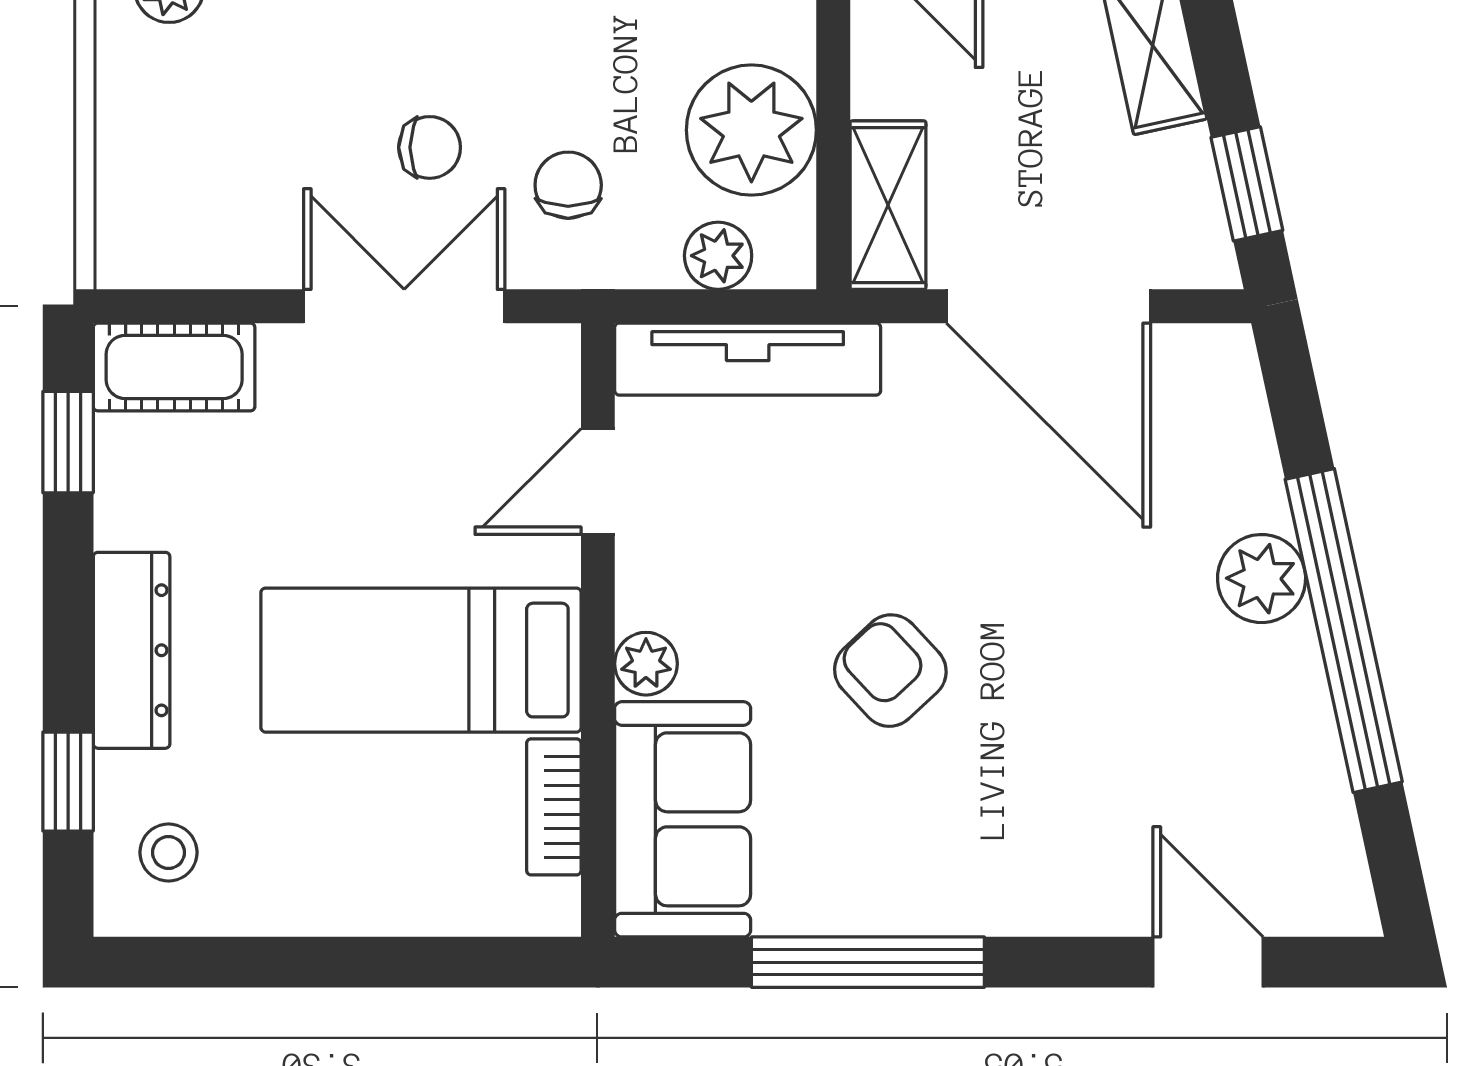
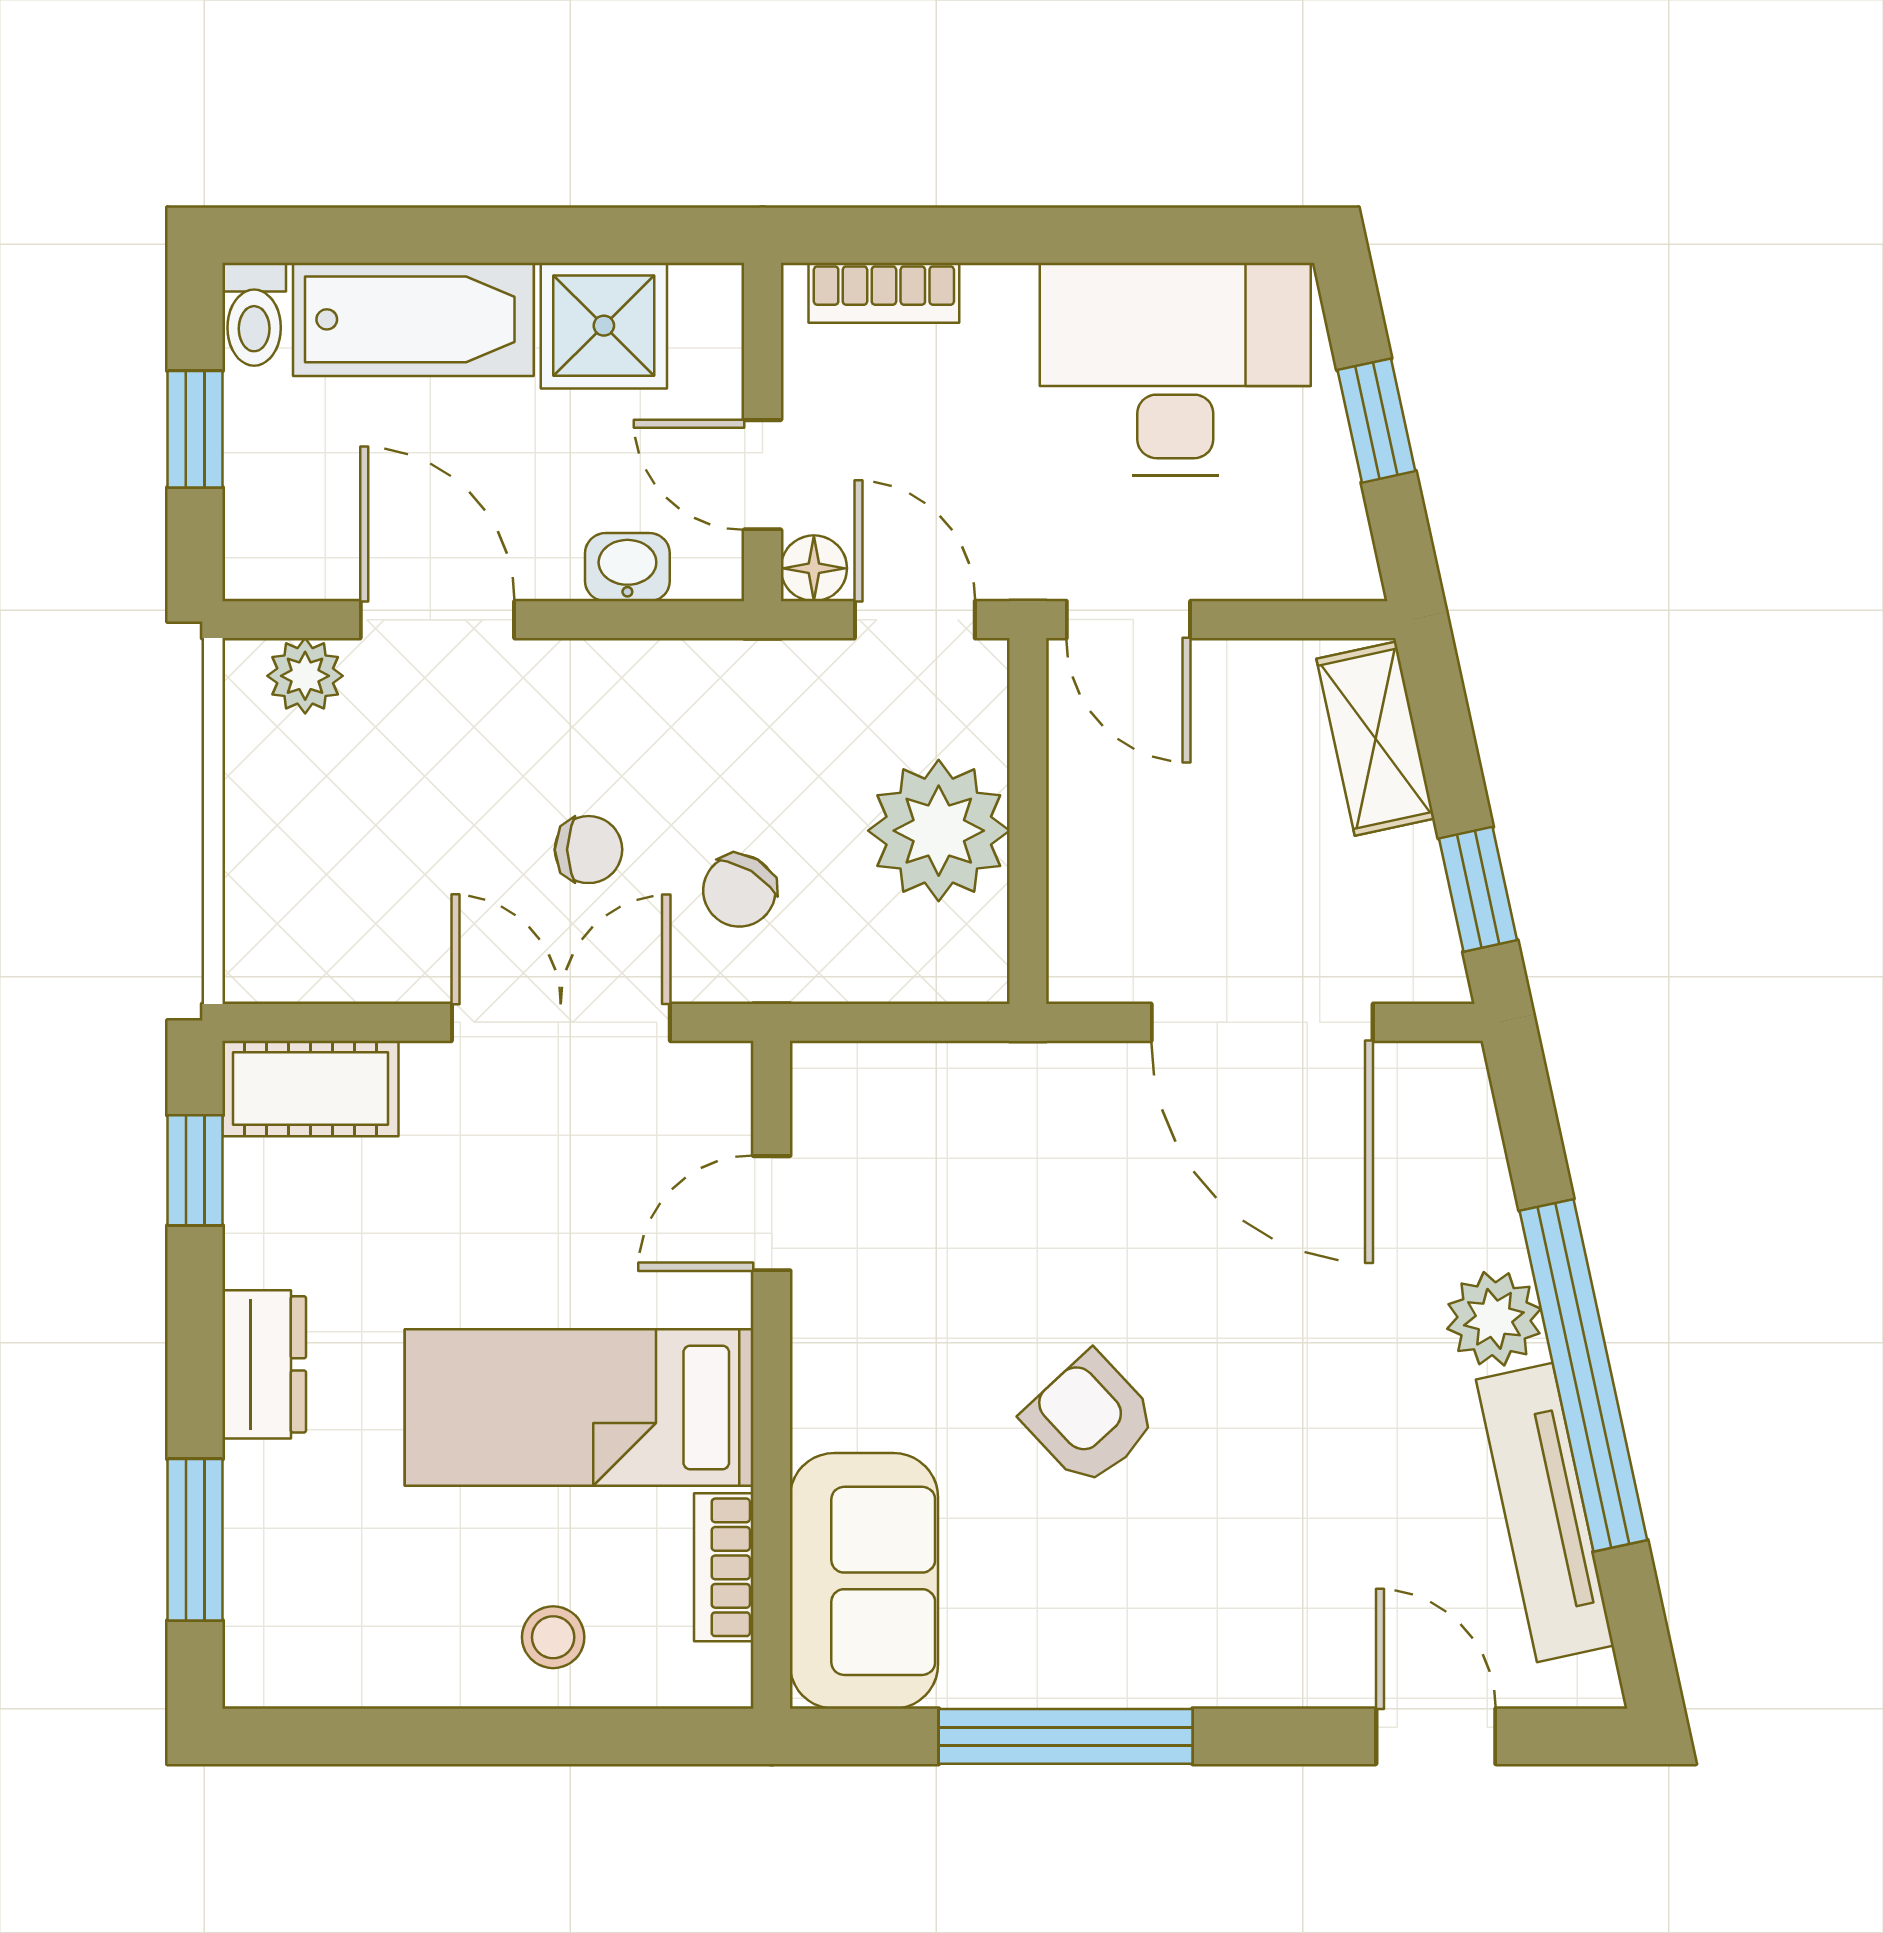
chair: (568, 185) -> (739, 891), turned -149
shelving: (888, 205) -> (1087, 912), removed
plant: (718, 256) -> (902, 967), removed
tv unit: (748, 359) -> (1545, 1512), moved, turned 78
dresser: (132, 650) -> (264, 1364), width x0.70
plant: (646, 664) -> (824, 1411), removed
window: (68, 782) -> (195, 1540), width x1.50
stool: (168, 852) -> (553, 1637), moved

